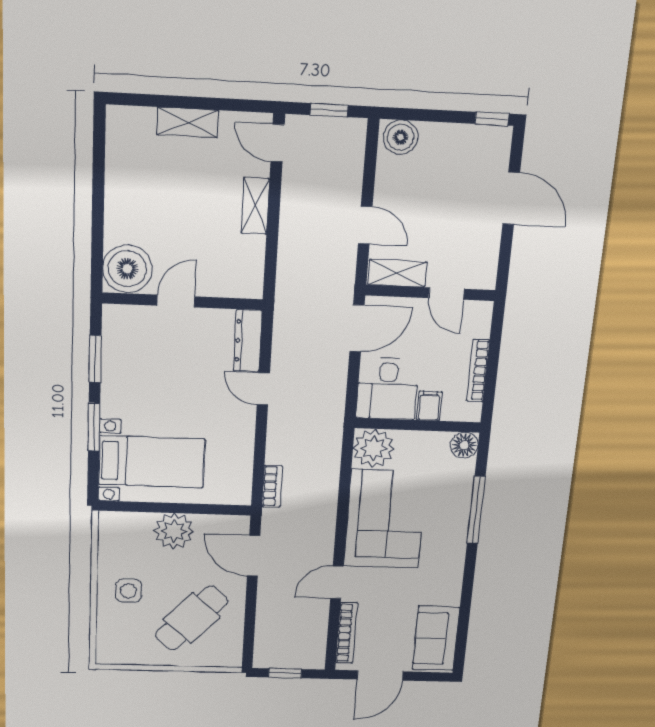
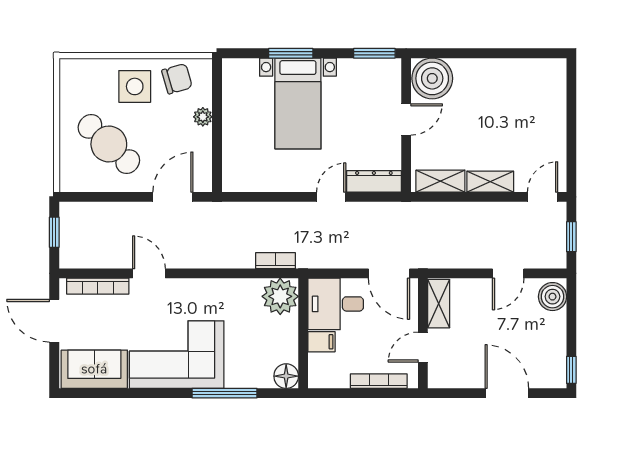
shelving: (187, 122) -> (440, 181), moved, turned 90
door: (511, 198) -> (507, 393), swing flipped
door: (365, 225) -> (508, 273), moved
door: (176, 301) -> (406, 119), hinge flipped
window: (95, 359) -> (374, 53), moved
bookcase: (478, 371) -> (379, 381), moved
bed with nightstands: (152, 462) -> (298, 103), moved
bookcase: (272, 486) -> (276, 261), moved, turned 180
corner sofa: (385, 519) -> (177, 355), moved, turned 180
plant: (174, 531) -> (203, 117), width x0.53, depth x0.53
chair: (121, 548) -> (177, 79), added
side table: (128, 591) -> (135, 86), width x1.37, depth x1.37

